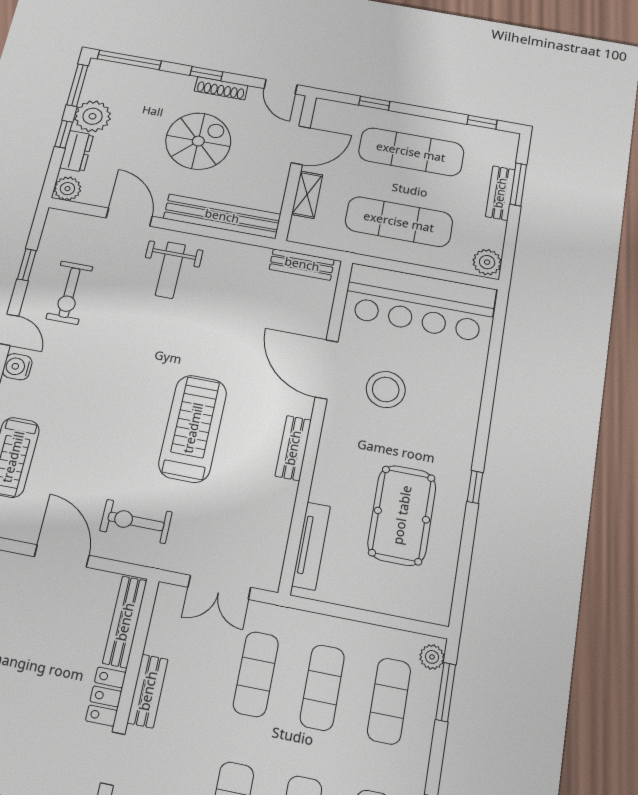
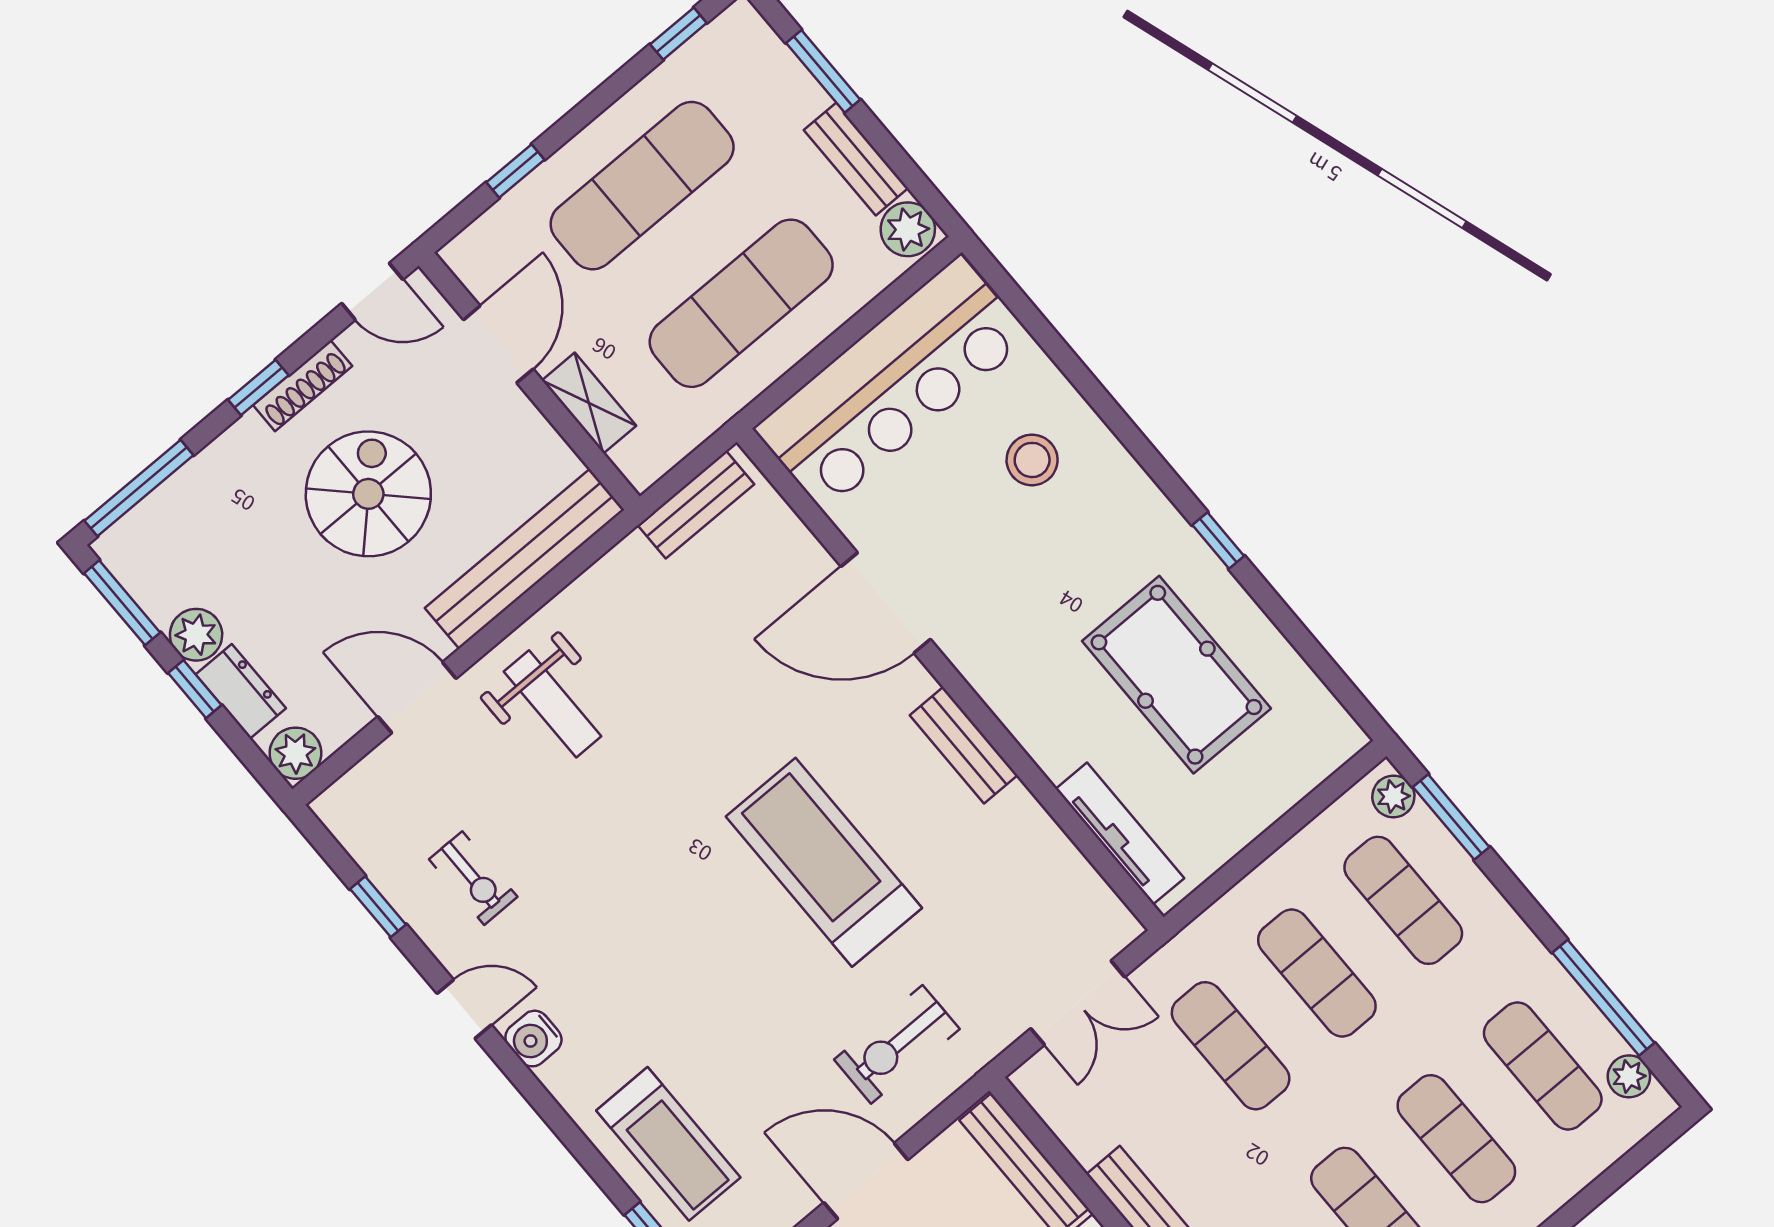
plant: (93, 116) -> (196, 635), width x0.73, depth x0.73
bench: (500, 193) -> (856, 159), moved
exercise bike: (70, 293) -> (473, 878), width x0.73, depth x0.72
stool: (386, 389) -> (1032, 460), moved, width x0.73, depth x0.73

